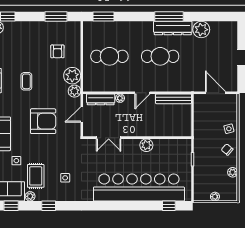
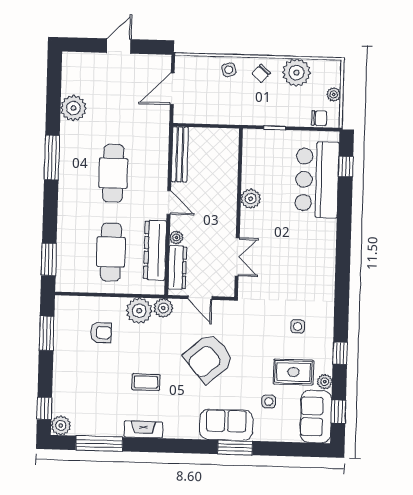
dresser: (173, 28) -> (155, 250), moved, turned 180
armchair: (43, 121) -> (209, 358), turned -131
plant: (233, 172) -> (296, 73), width x1.88, depth x1.88
bar counter: (139, 187) -> (317, 180), width x0.54
chair: (199, 188) -> (319, 118), added

